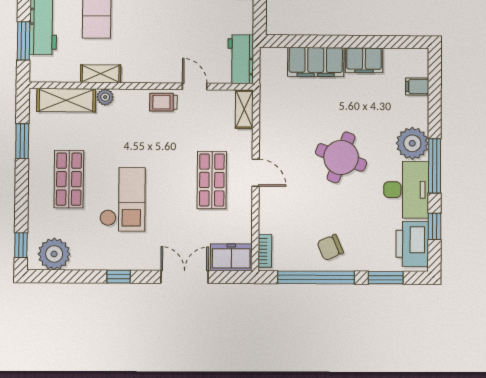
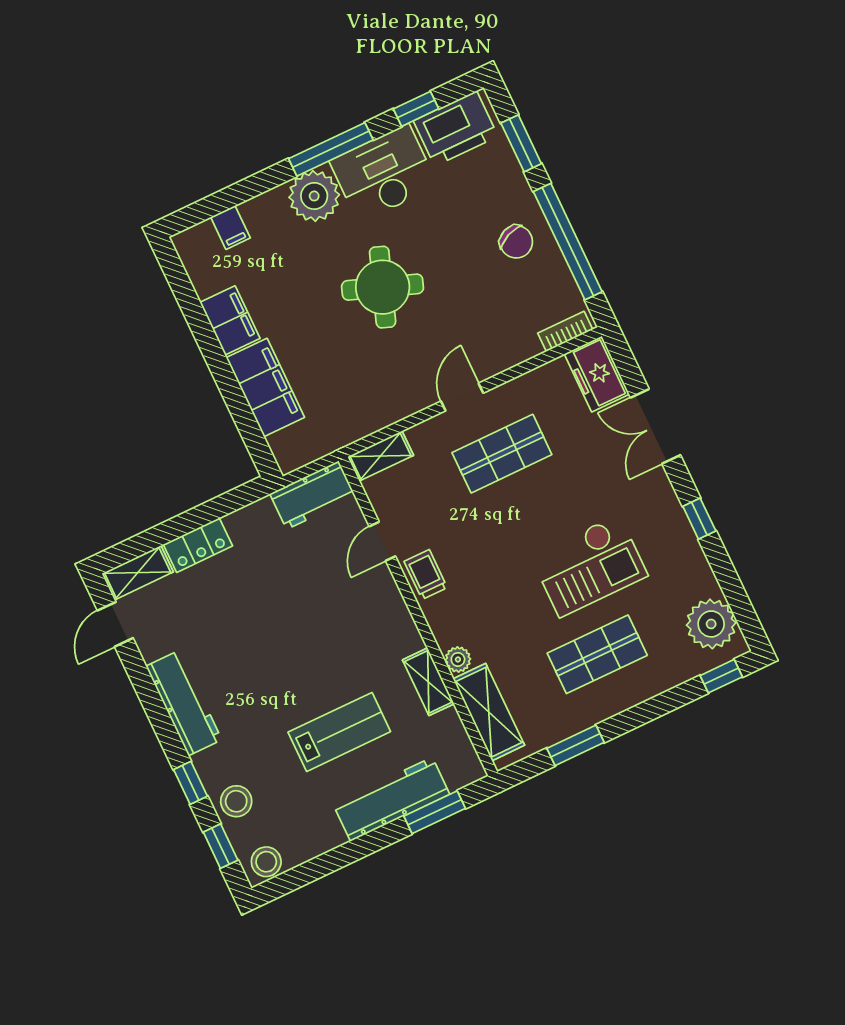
trolley: (163, 102) -> (426, 575), turned 180
checkout: (122, 199) -> (589, 566), turned 180

